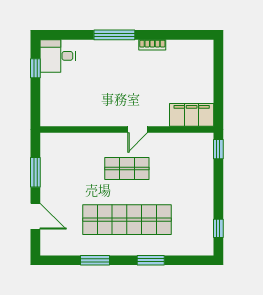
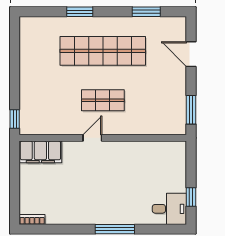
bookcase: (152, 45) -> (32, 219), moved
window: (35, 172) -> (191, 110), moved
window: (218, 228) -> (15, 43), removed
window: (95, 260) -> (146, 12), moved

